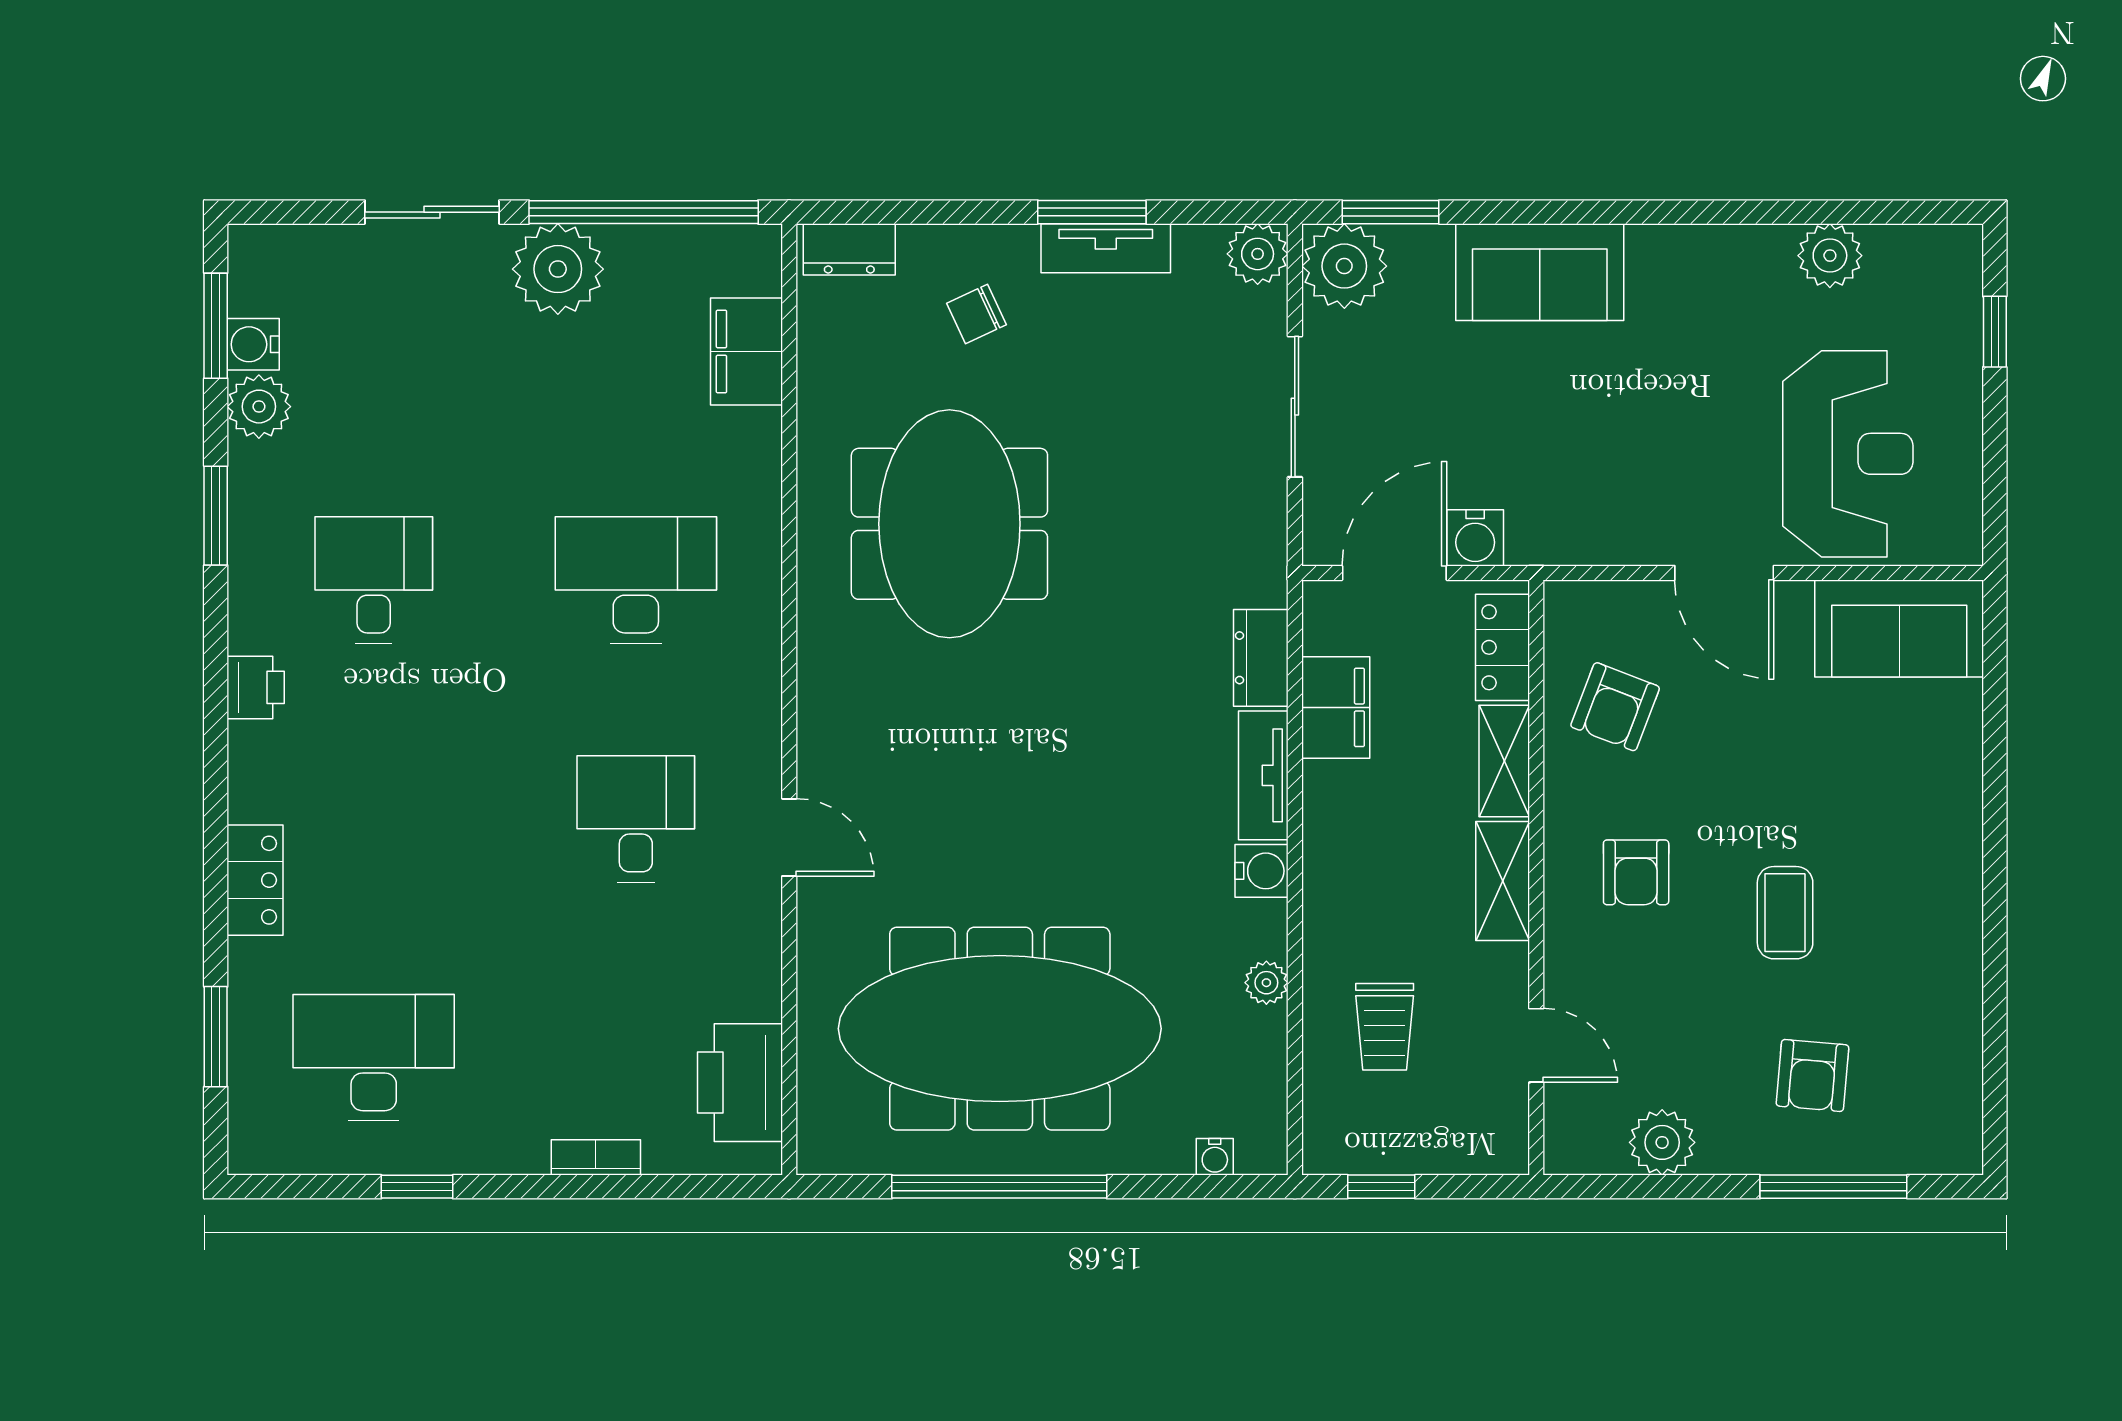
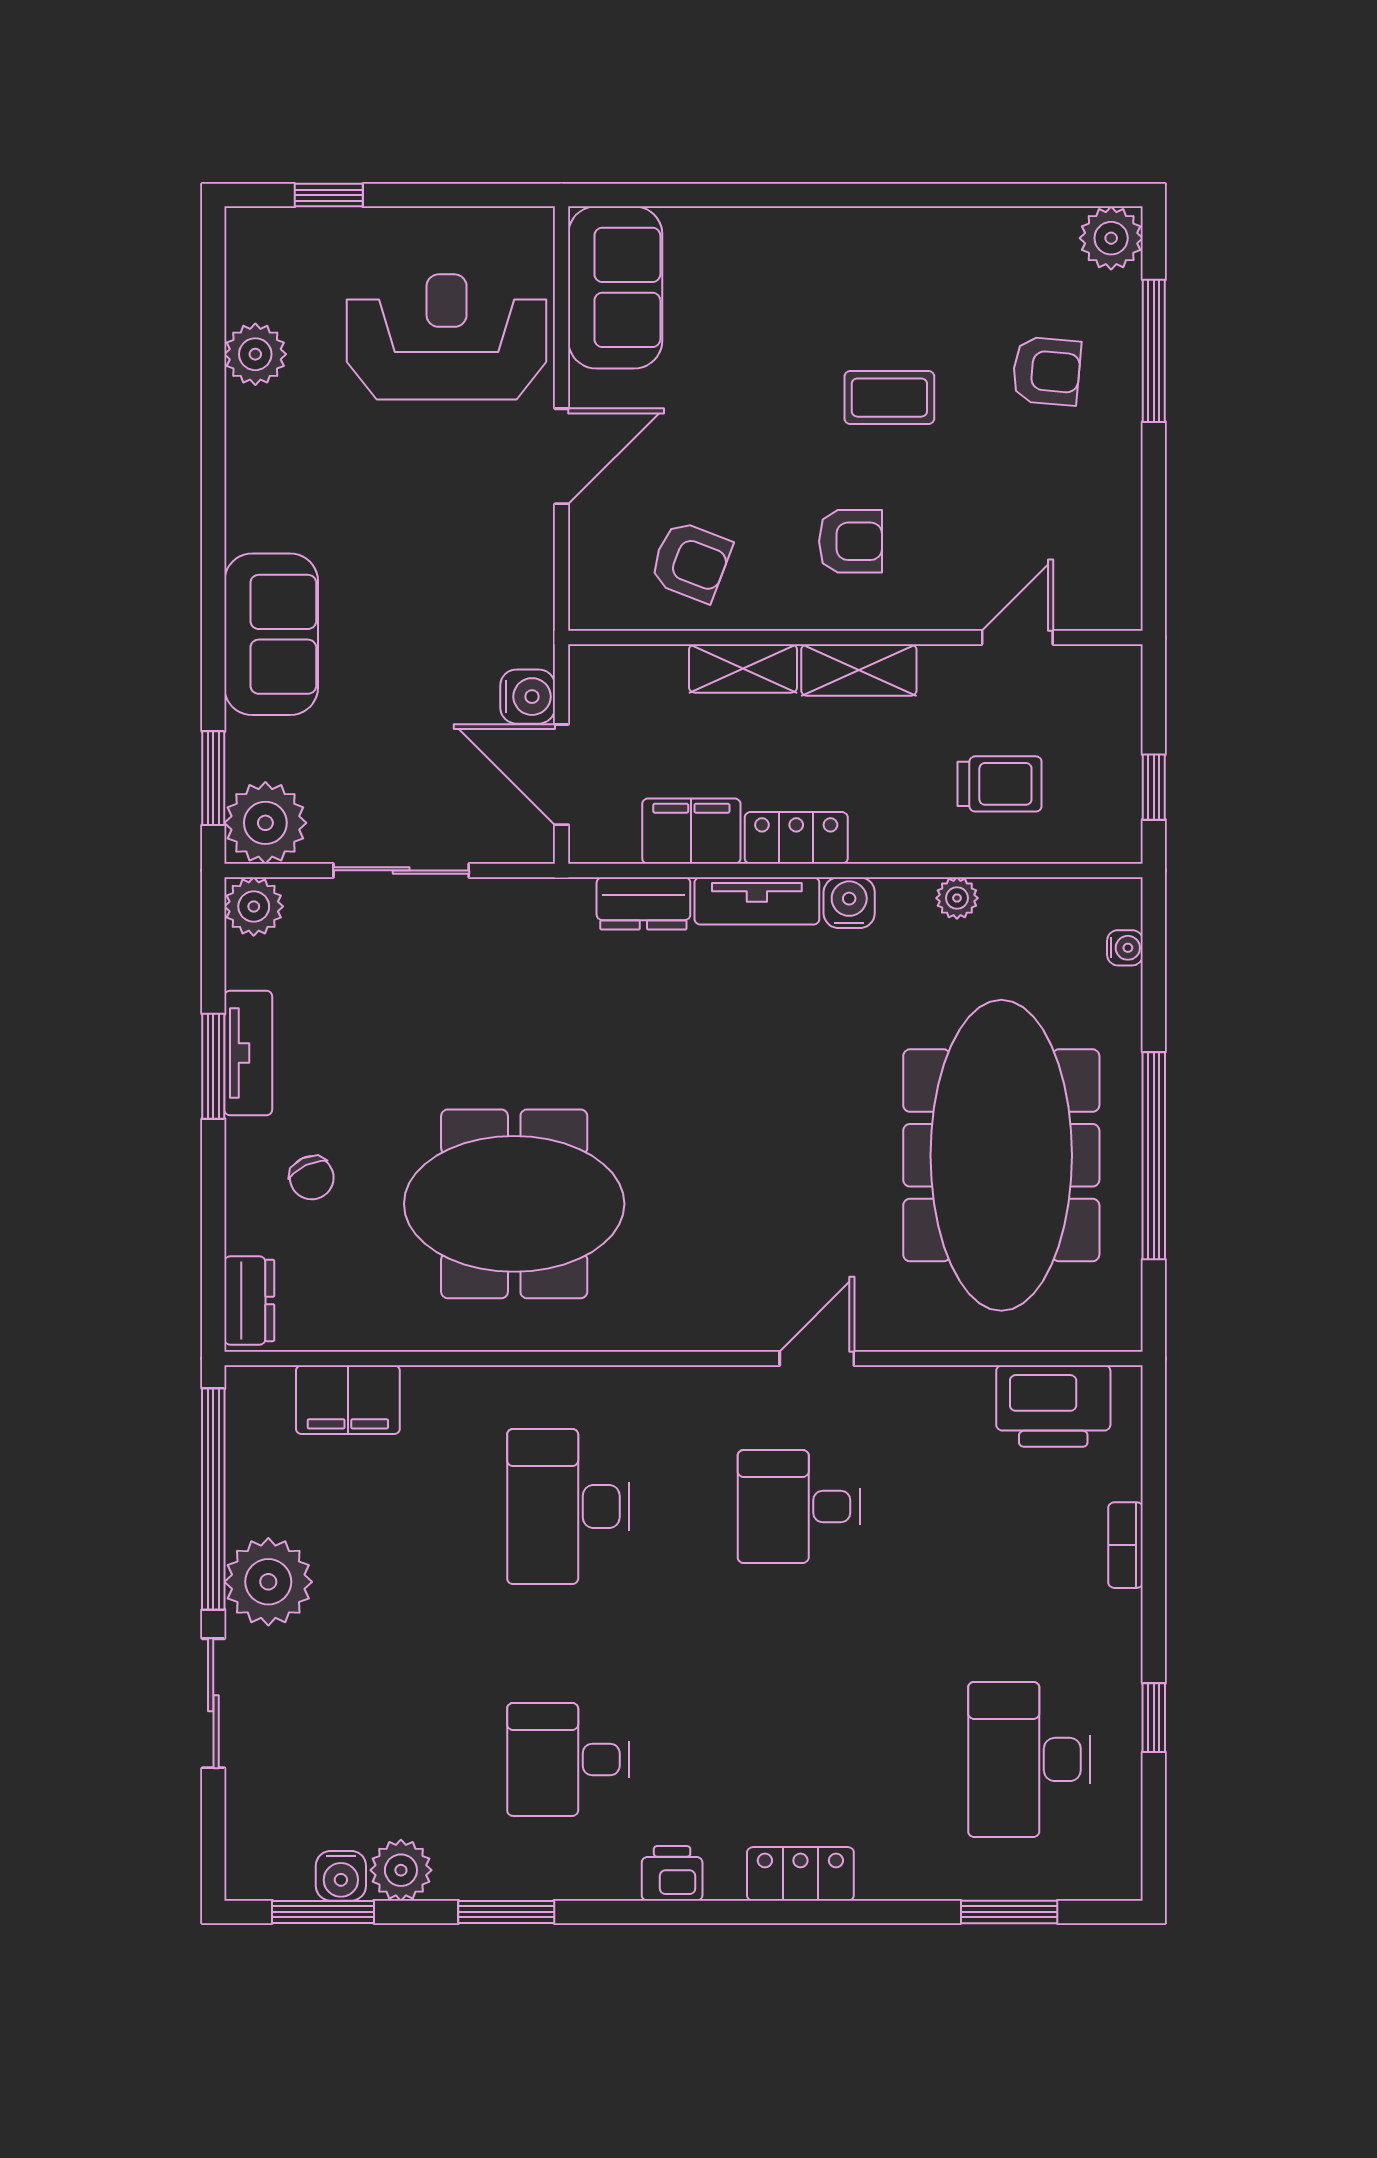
locker: (1502, 647) -> (796, 838), moved, turned 180
locker: (255, 880) -> (800, 1874), moved
plant: (1662, 1142) -> (1111, 238), moved

